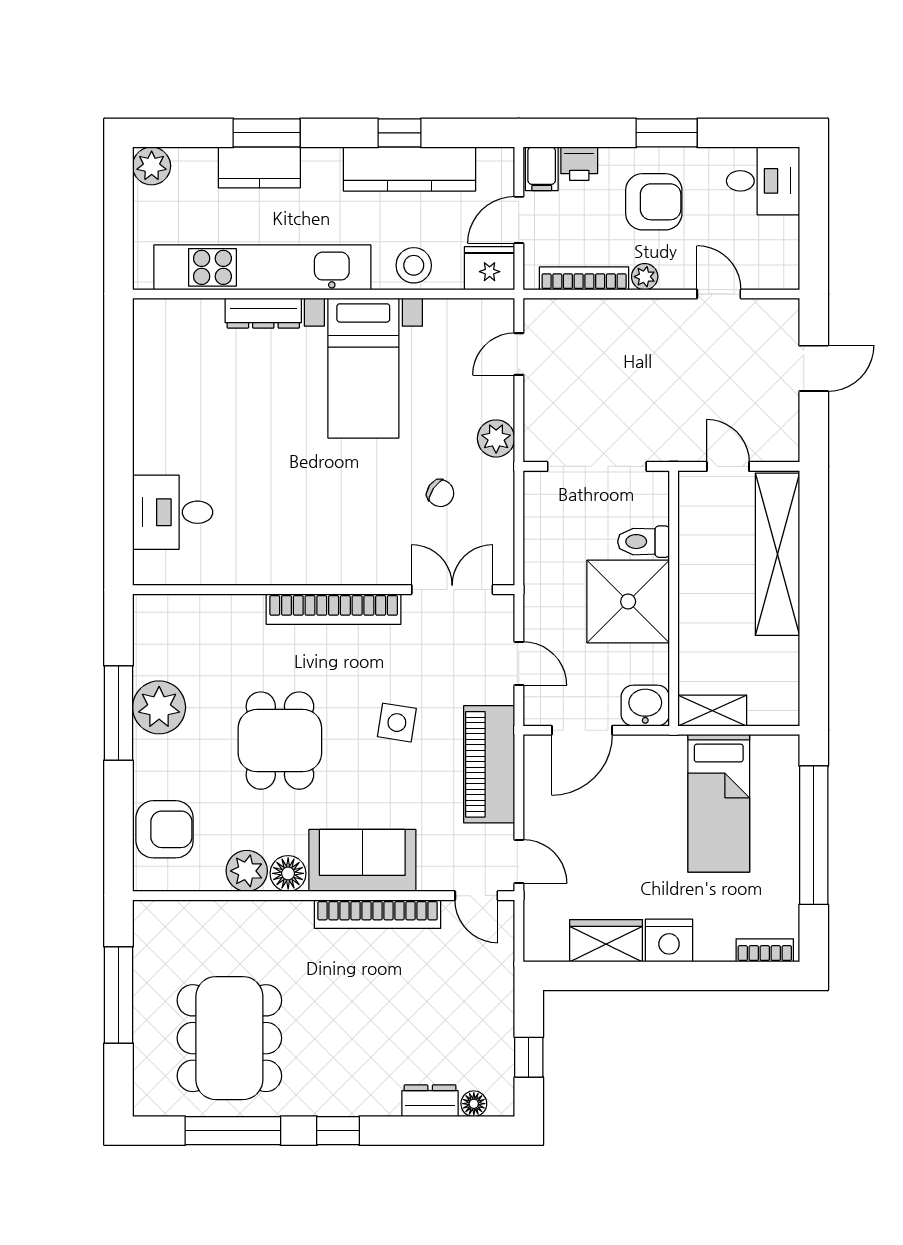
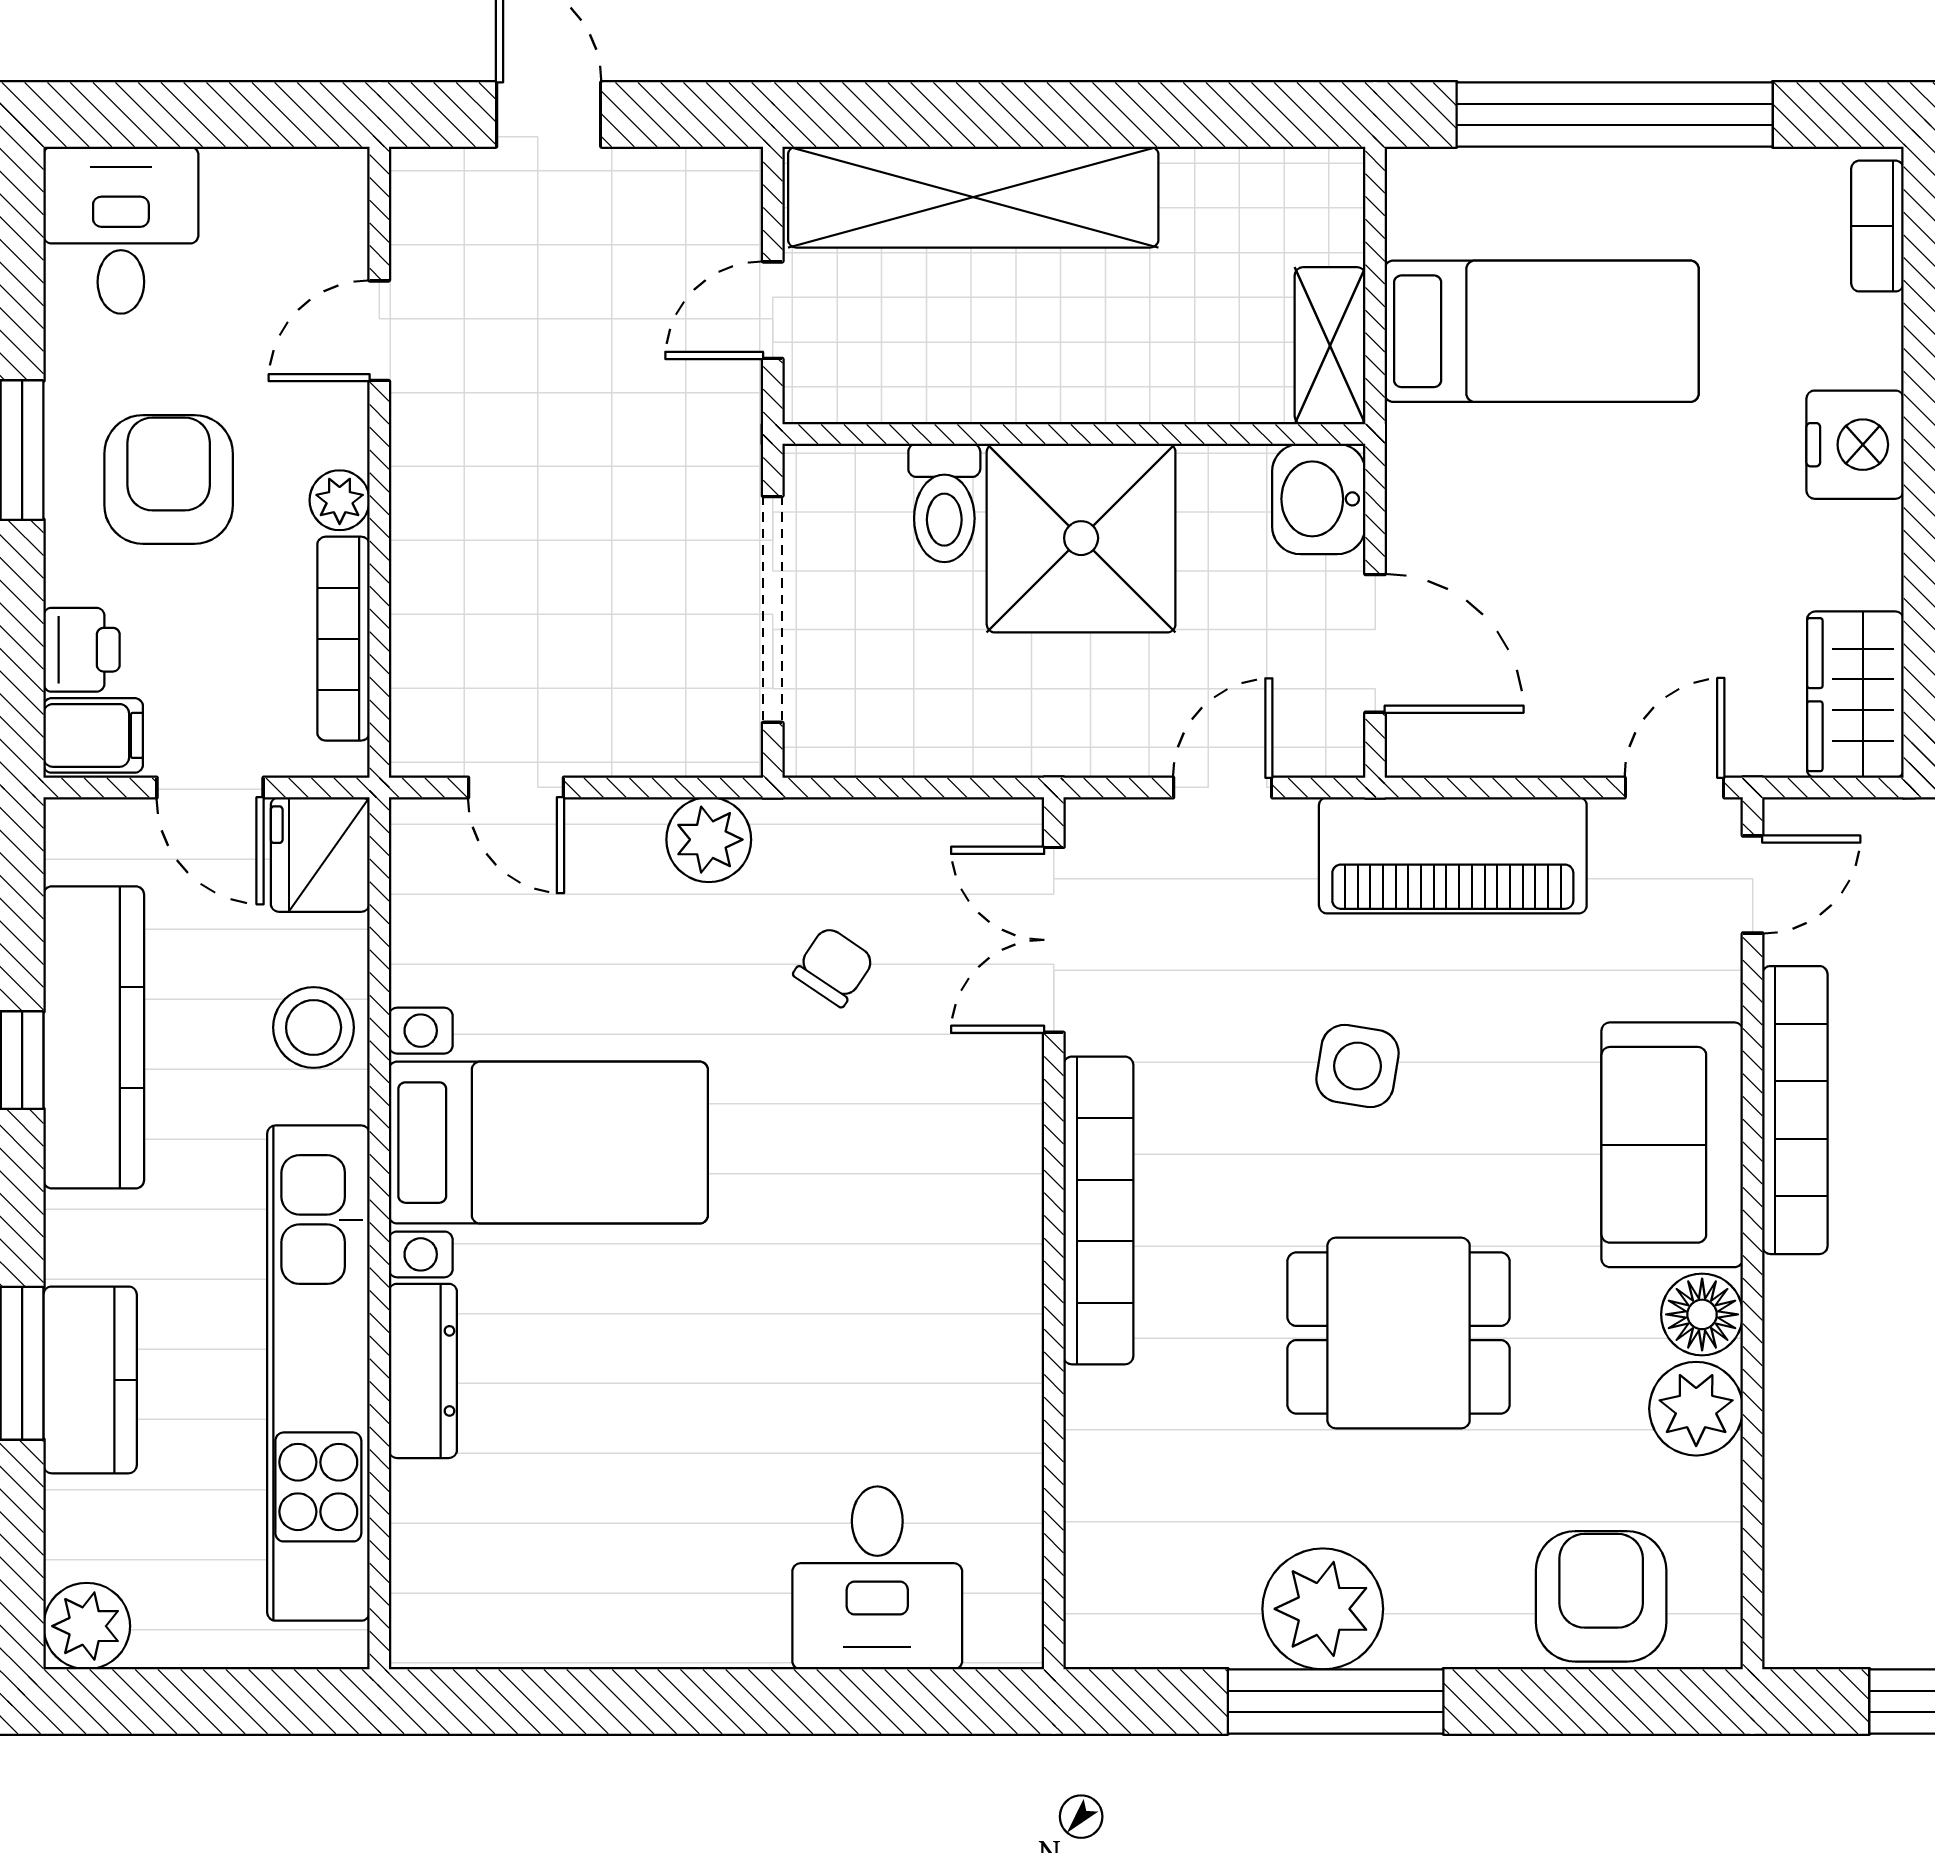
wardrobe: (606, 941) -> (1855, 695), moved

